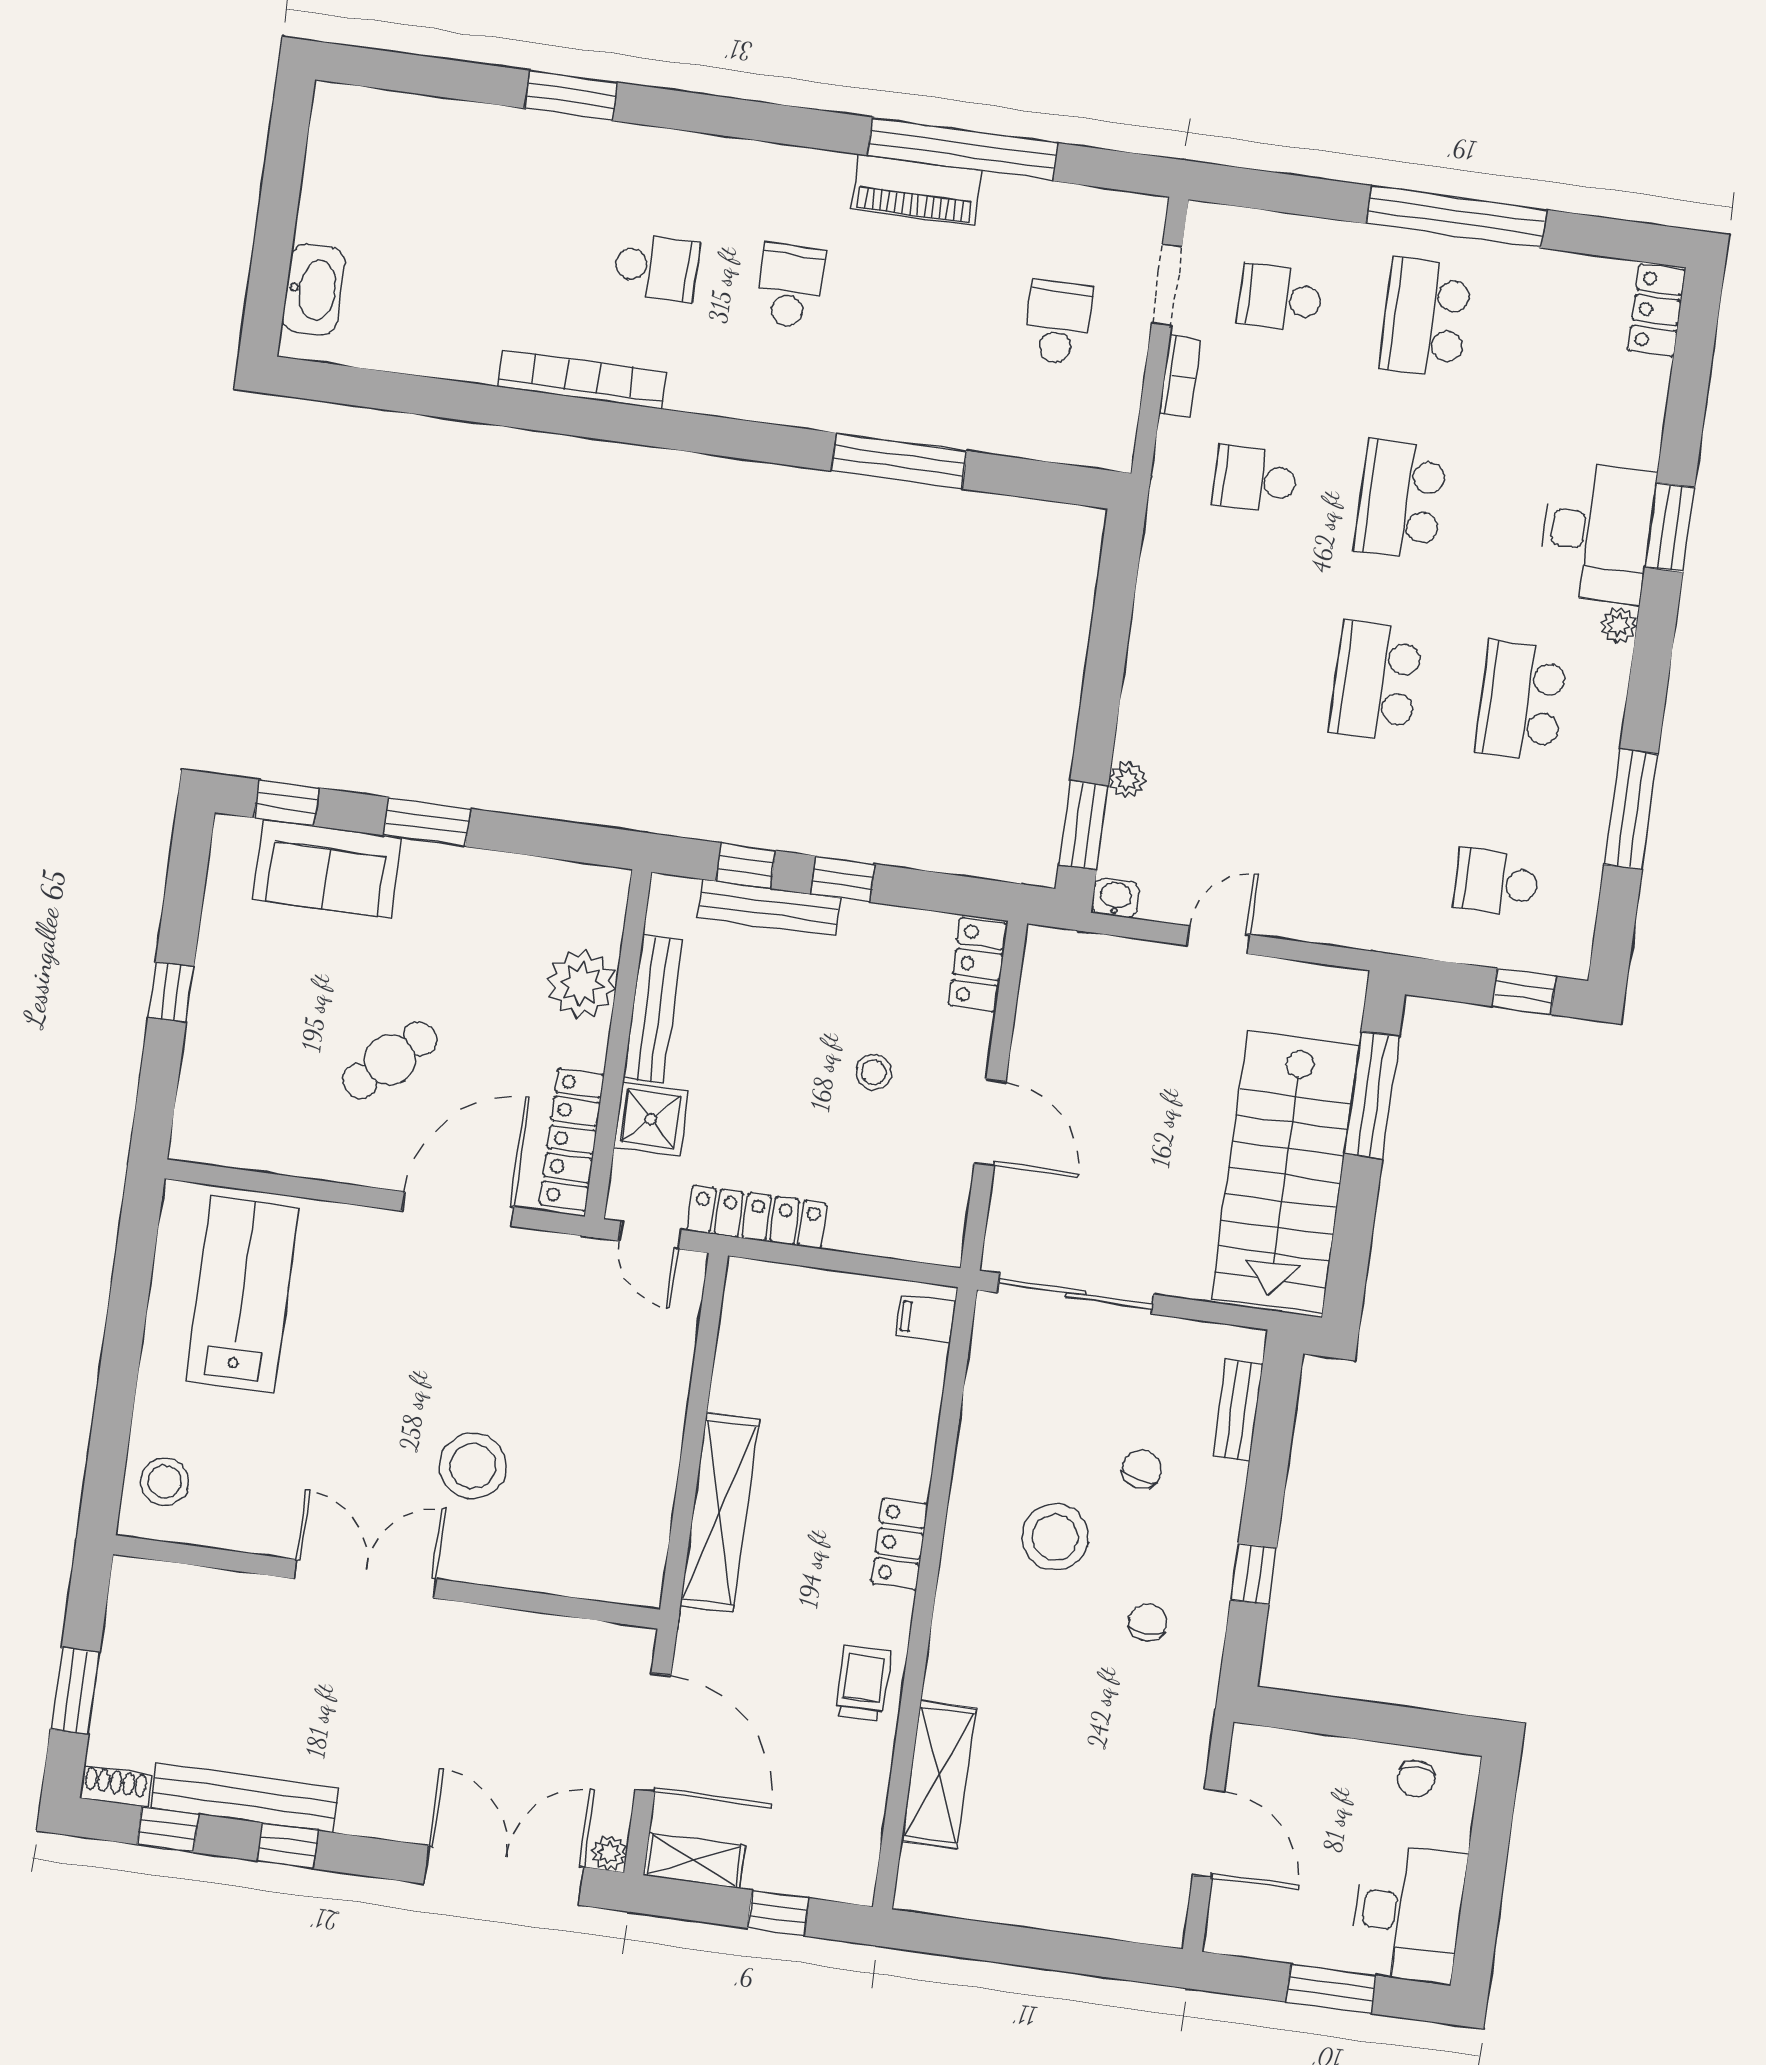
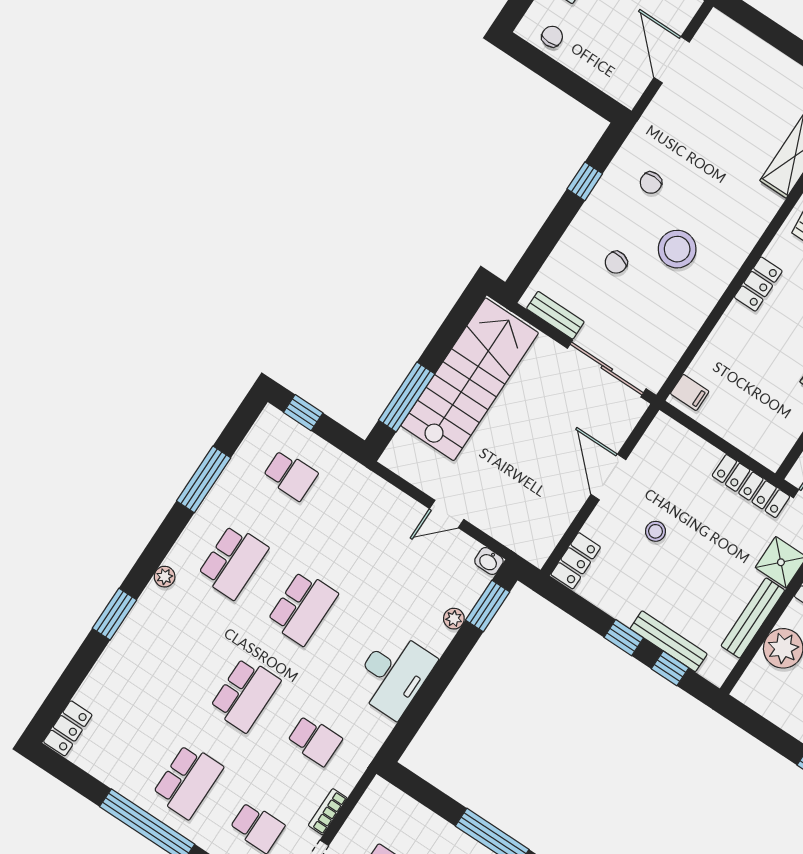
desk: (1597, 532) -> (394, 674), moved, turned 180
bench: (1238, 1410) -> (555, 315), moved, turned 90

